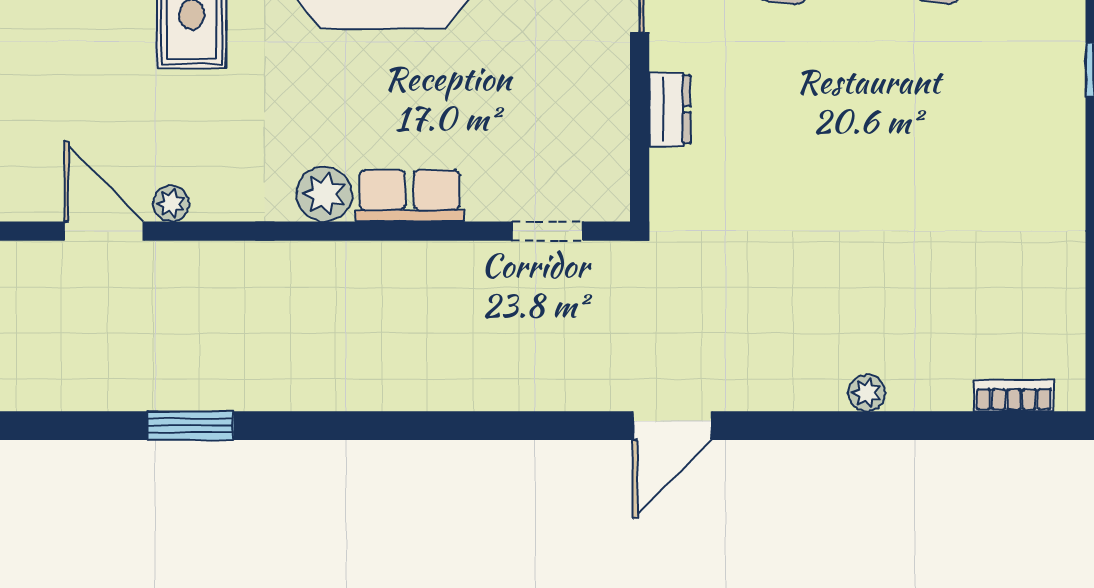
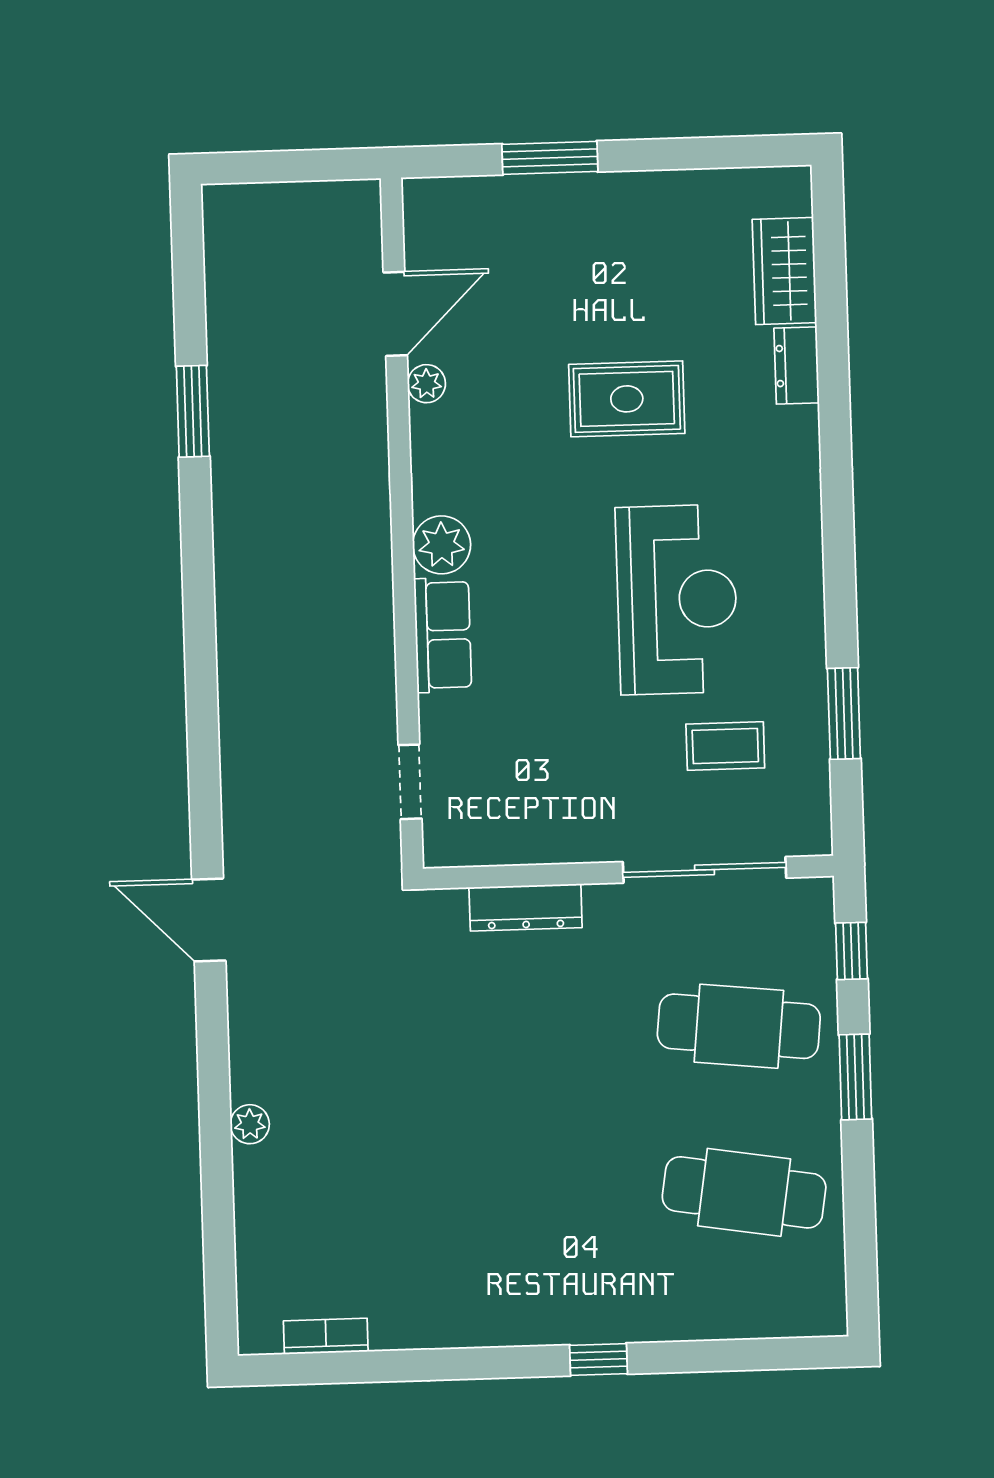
dresser: (670, 109) -> (526, 907), width x1.44
bookcase: (1014, 395) -> (326, 1336), moved, turned -90

